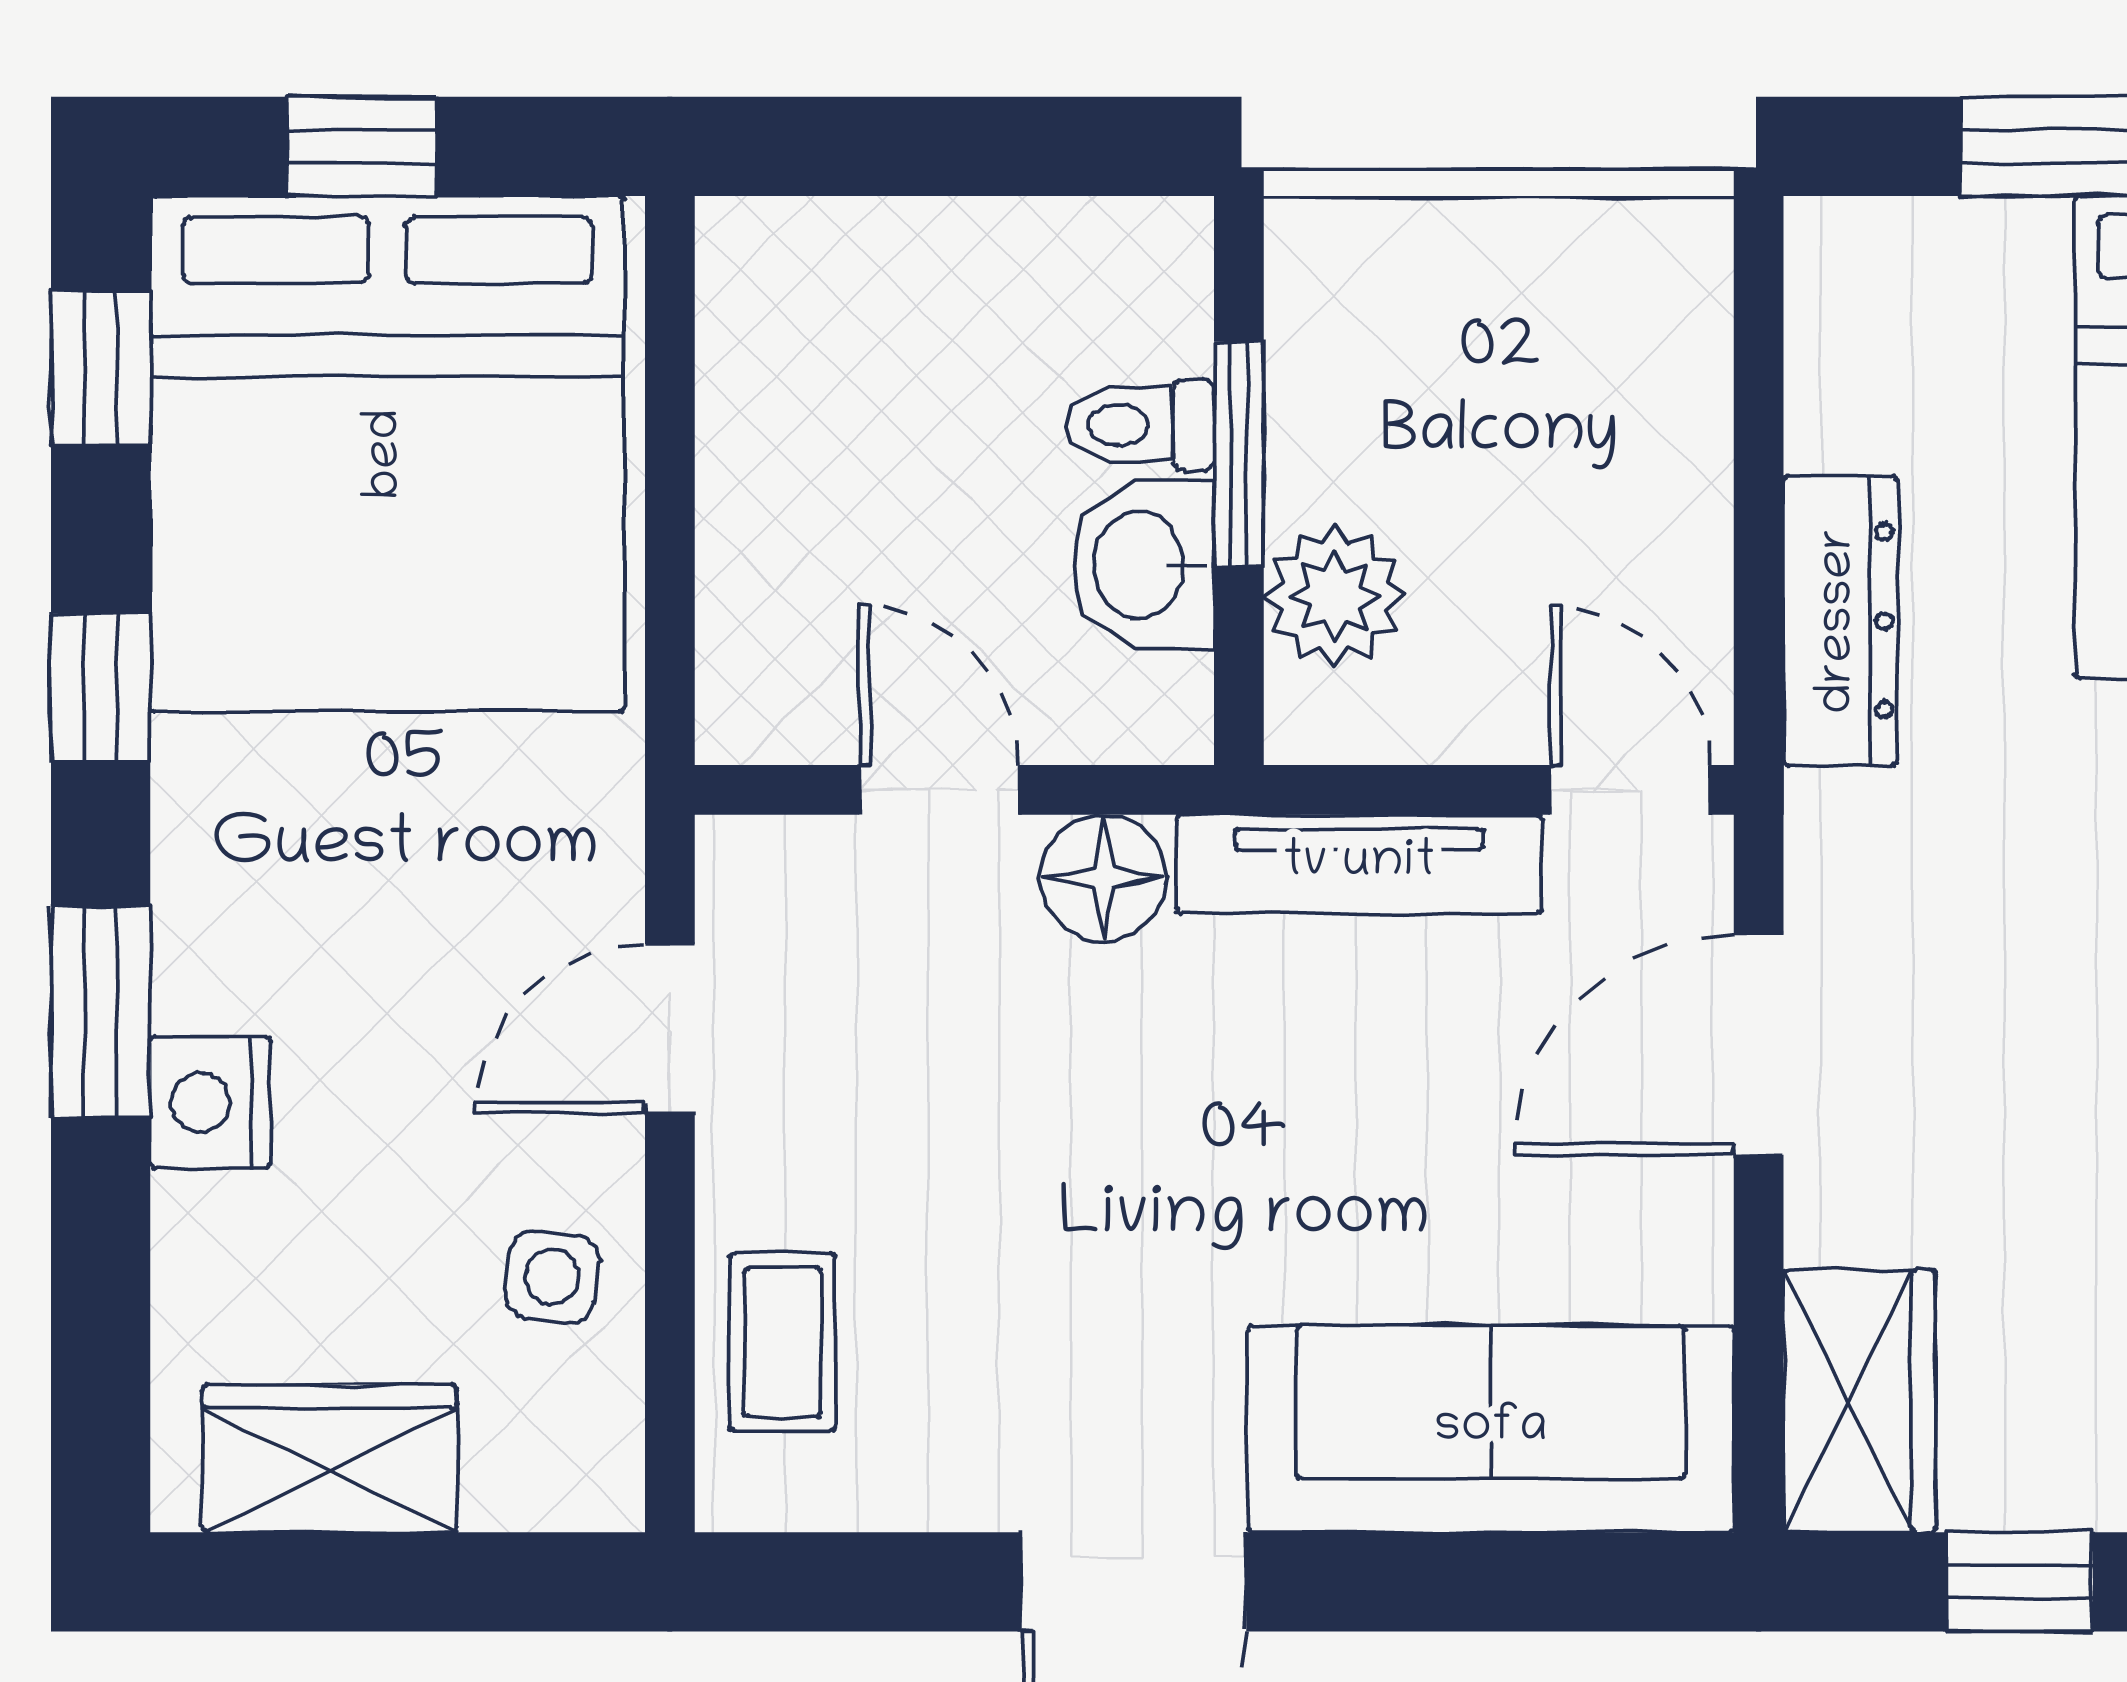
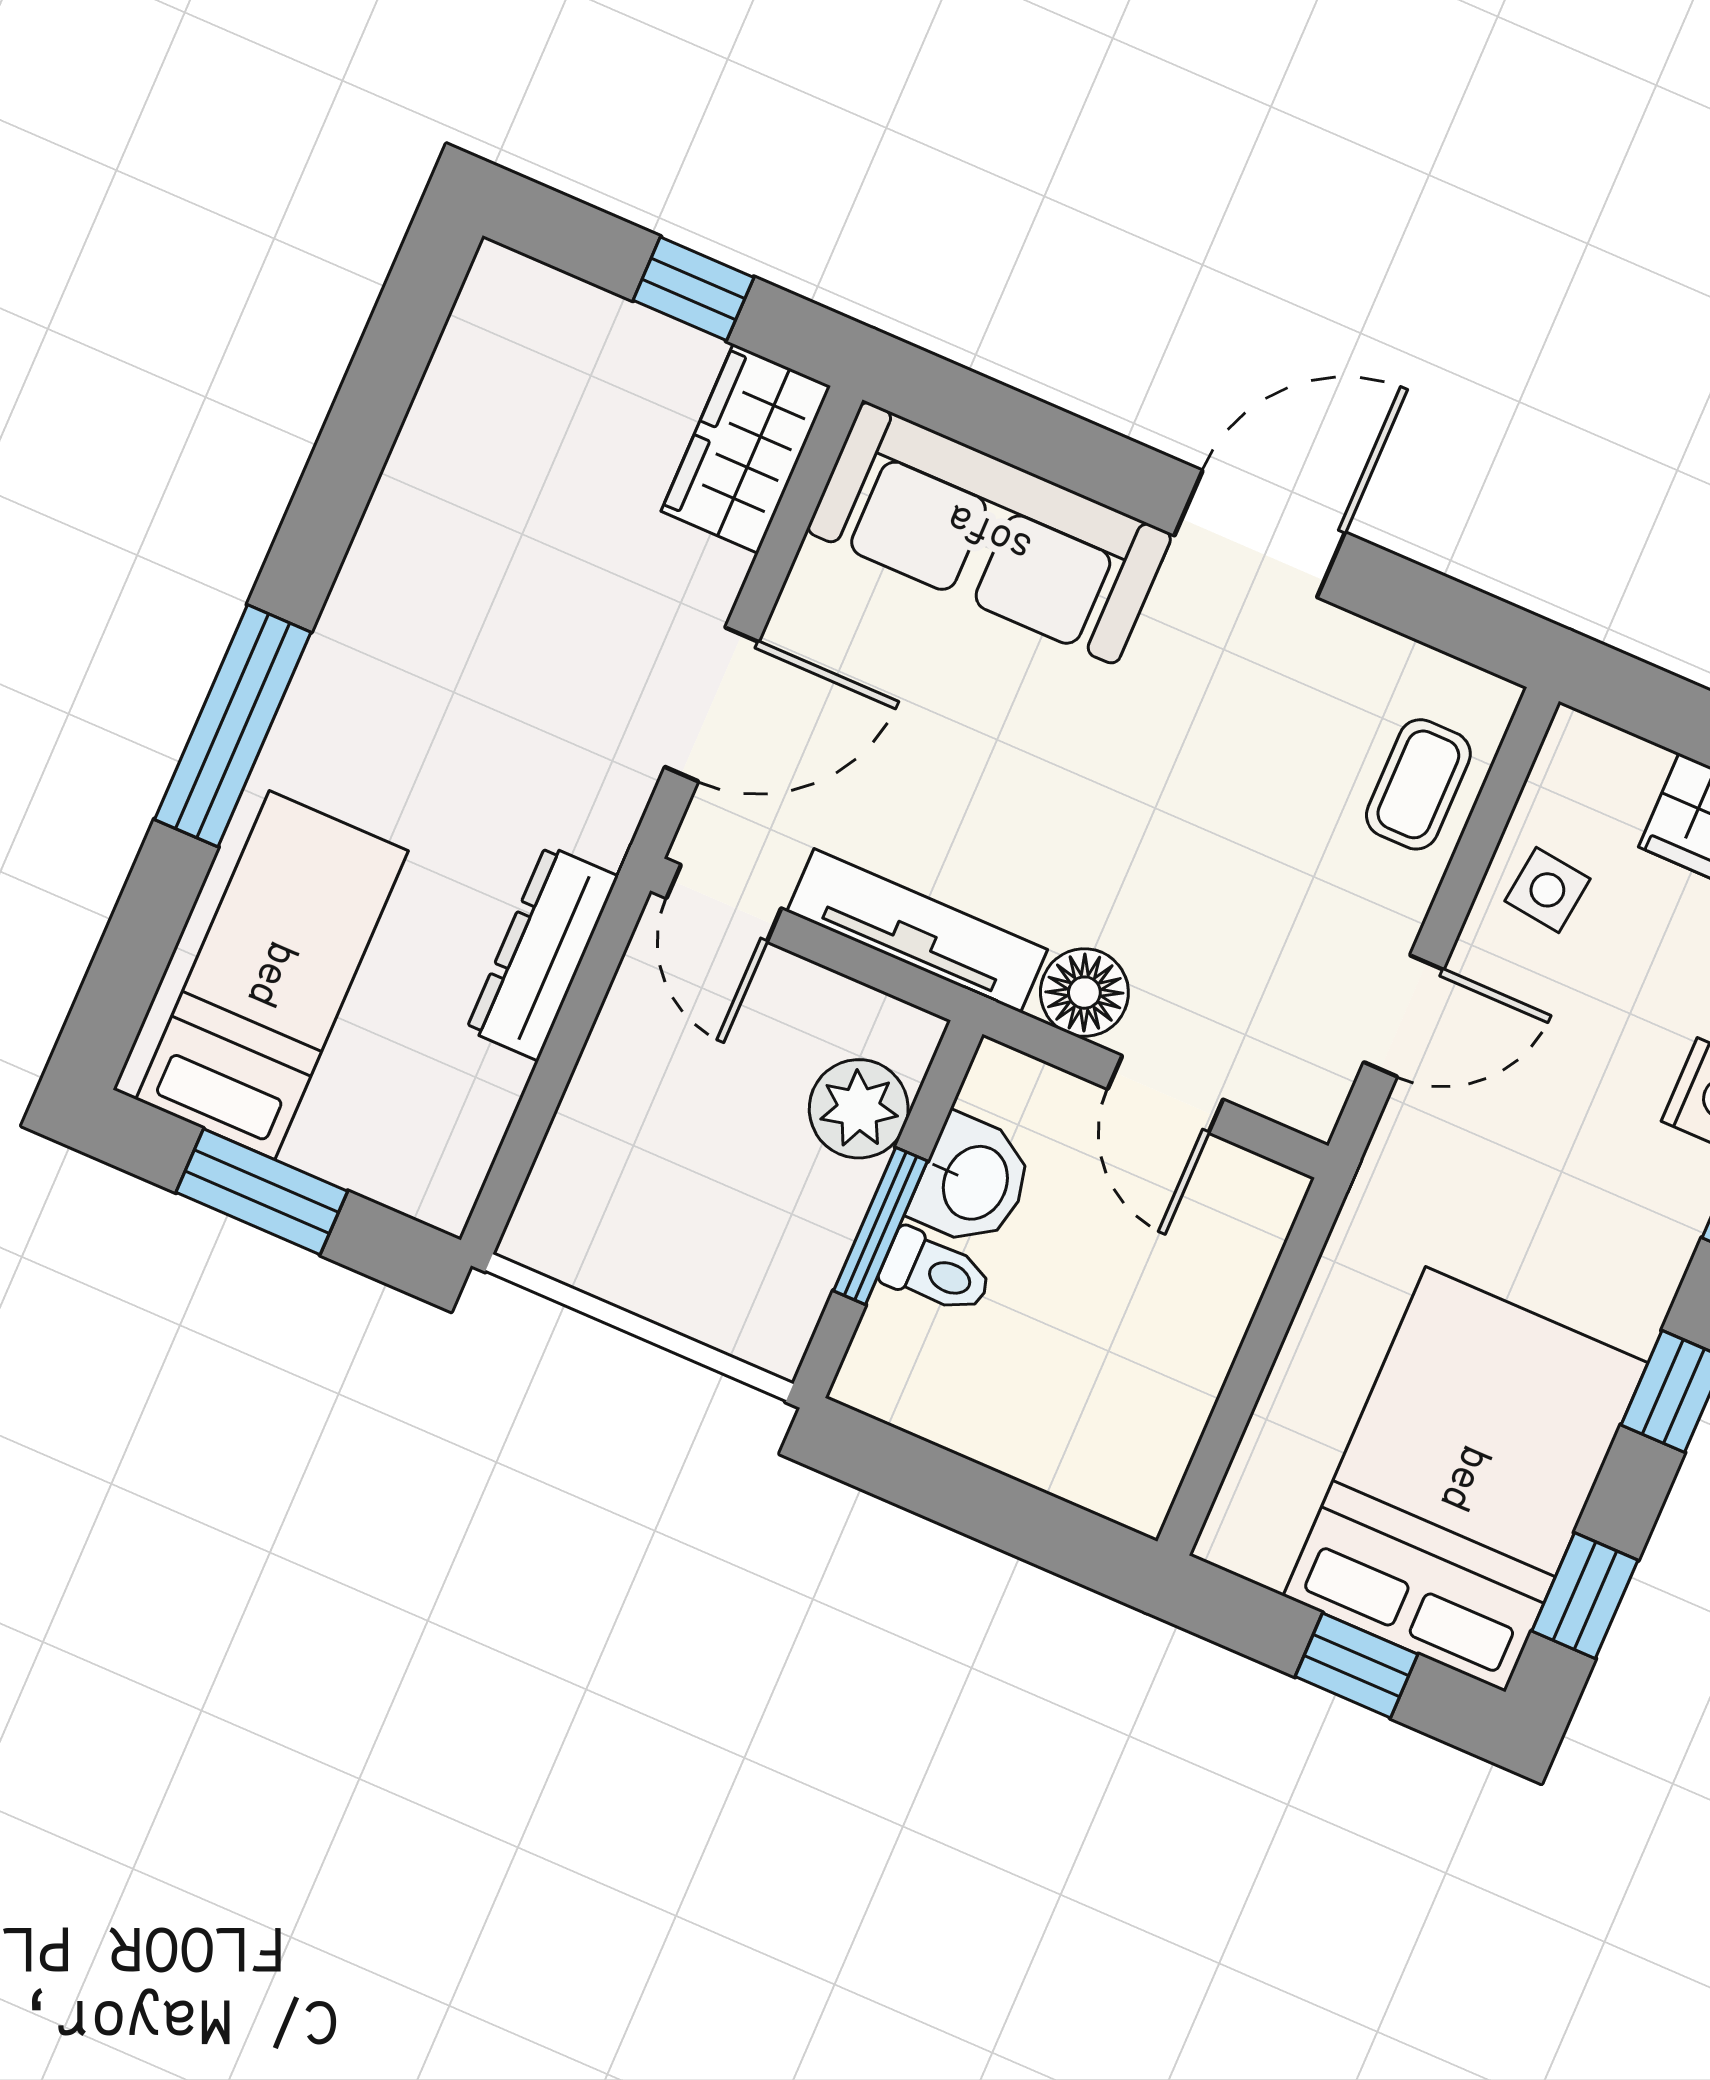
bed: (387, 454) -> (1465, 1479), width x0.73

